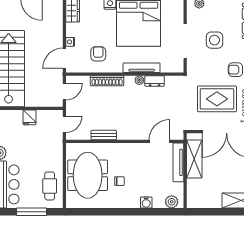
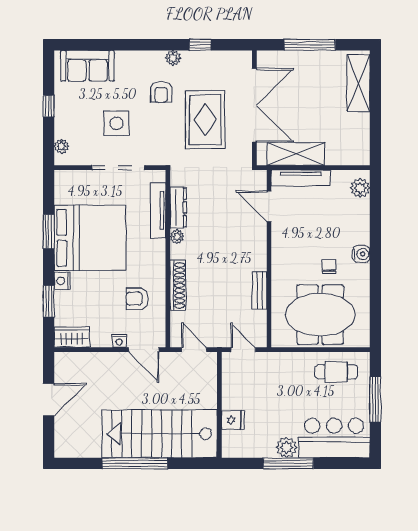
tv unit: (142, 68) -> (158, 210), moved
dresser: (155, 81) -> (178, 207), width x1.44
fridge: (29, 117) -> (233, 420), moved
water cooler: (146, 202) -> (361, 254), moved

